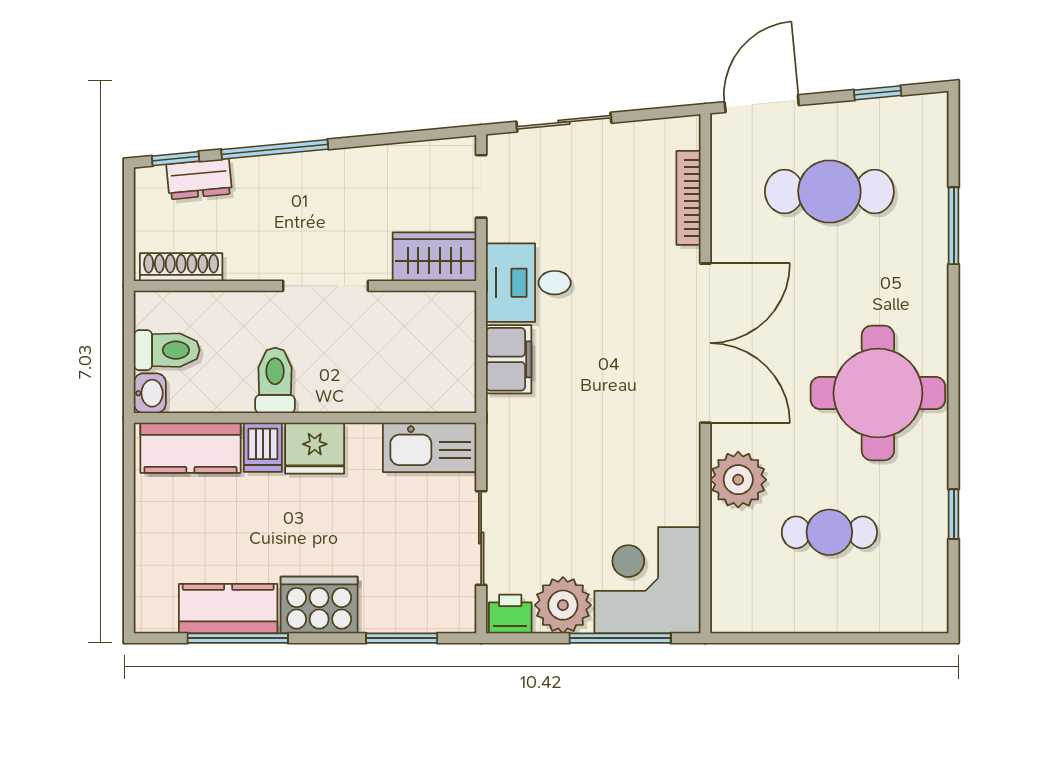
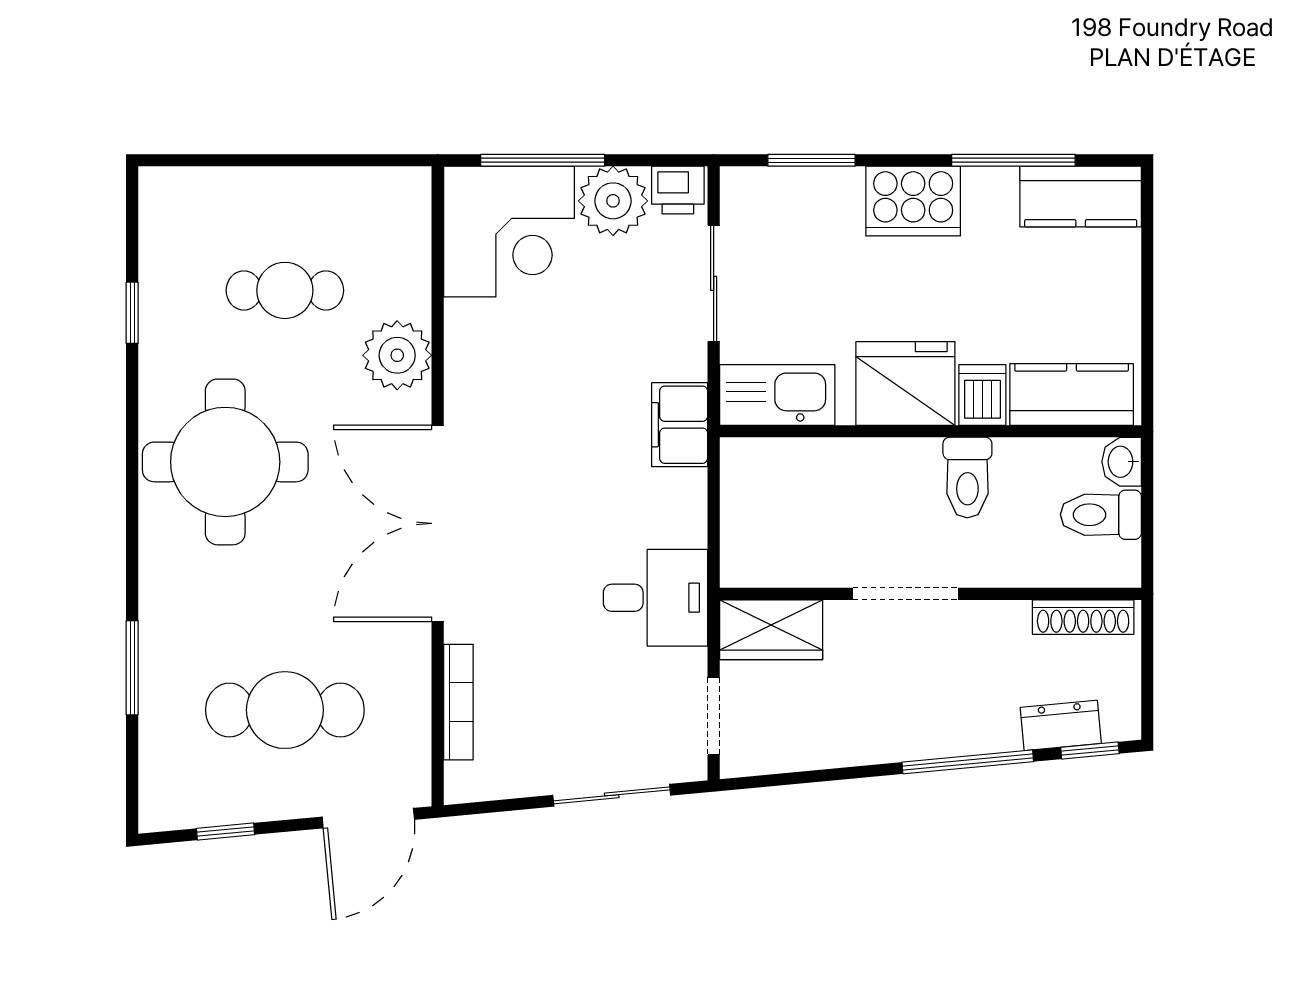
filing cabinet: (509, 359) -> (680, 425), moved
fridge: (315, 448) -> (905, 383), width x1.36, depth x1.34
kitchen counter: (228, 609) -> (1081, 197), moved

